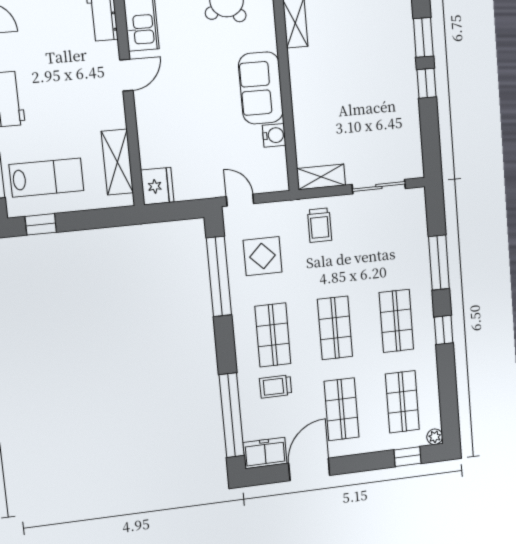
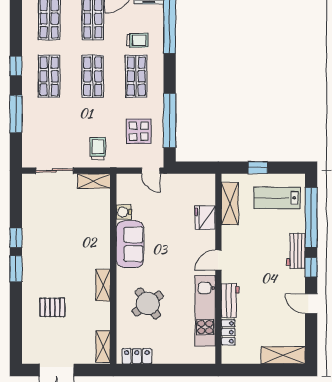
fridge: (157, 186) -> (205, 218), moved
window: (41, 224) -> (258, 168), moved

